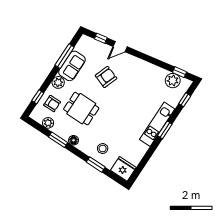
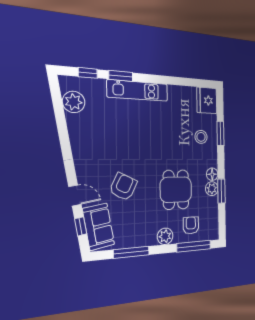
sofa: (72, 66) -> (99, 227), moved, turned 80
window: (179, 72) -> (57, 99), removed
armchair: (106, 77) -> (123, 187), turned 96
window: (38, 97) -> (194, 246), width x2.17
plant: (48, 123) -> (212, 189), moved
window: (165, 130) -> (121, 76), moved

